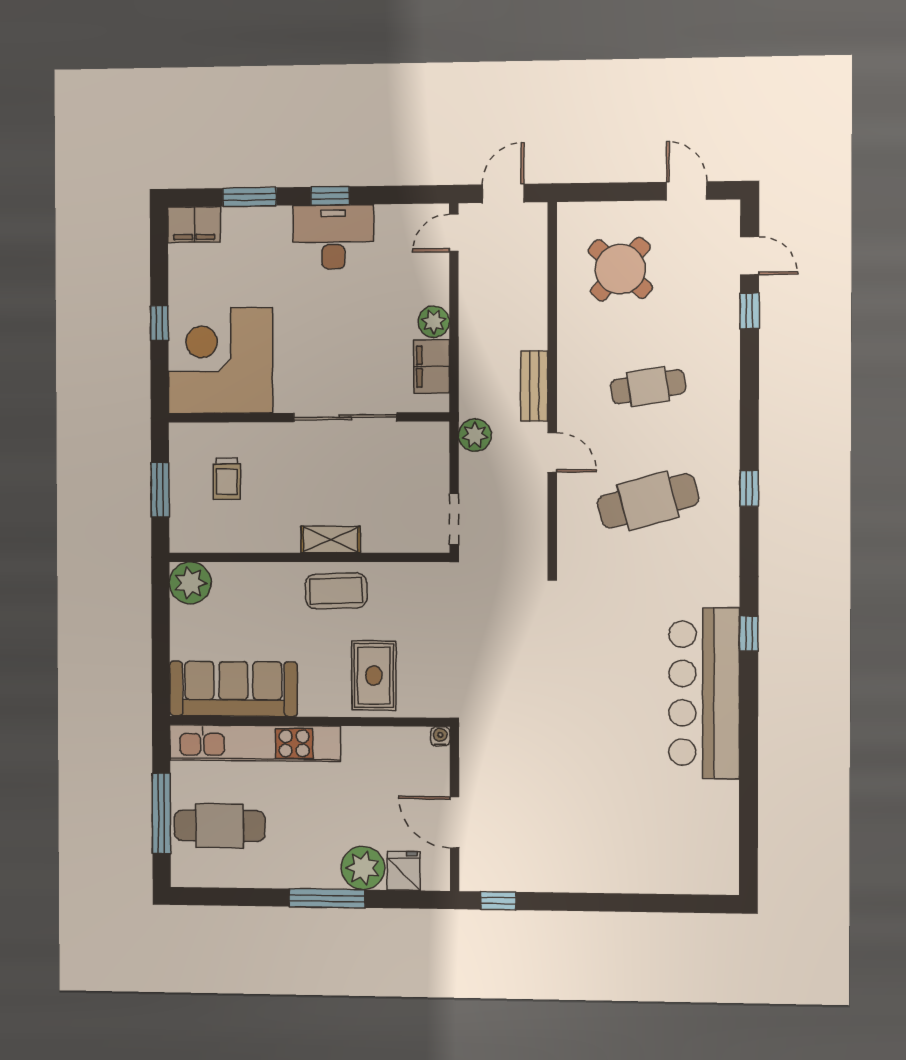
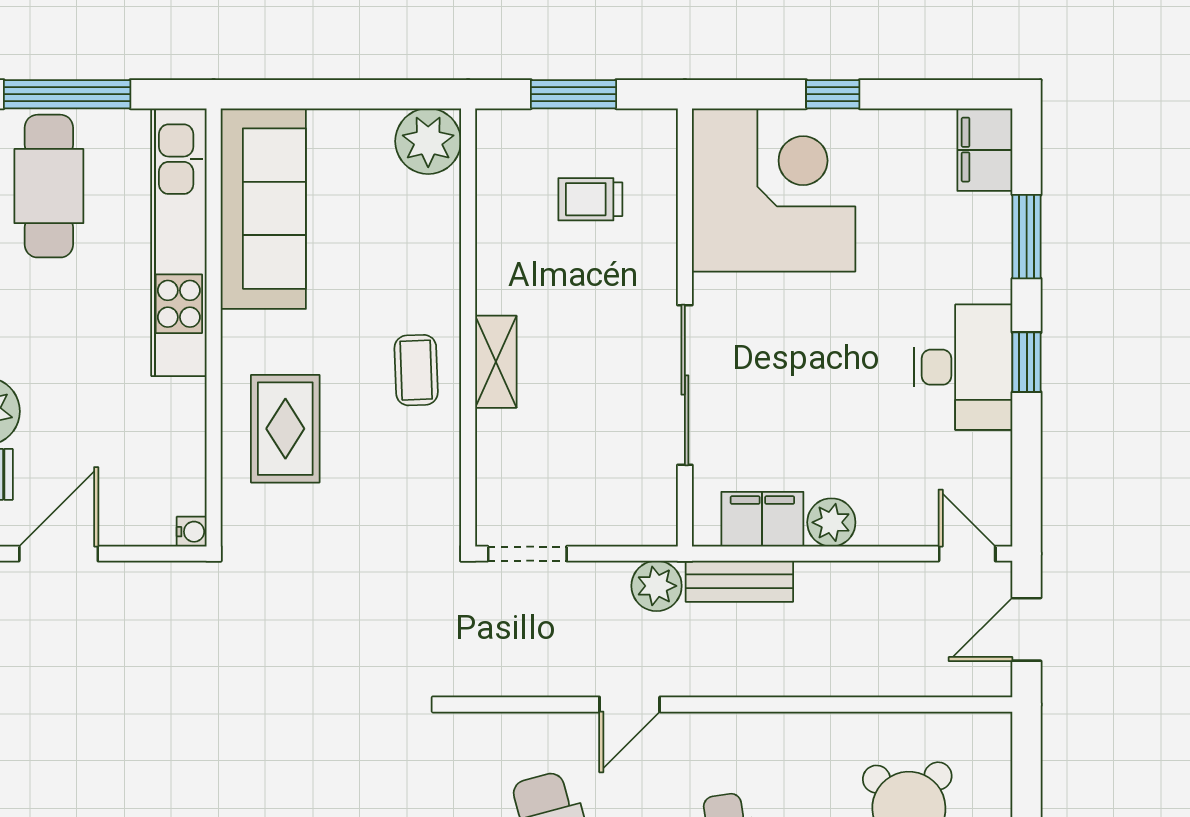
door: (503, 193) -> (1027, 629), swing flipped
bench: (534, 386) -> (739, 581), moved
coffee table: (336, 591) -> (416, 370), width x0.73, depth x0.77
rug: (374, 675) -> (285, 429), turned 90

